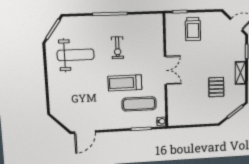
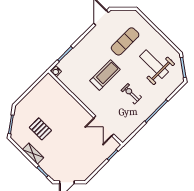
trolley: (193, 29) -> (93, 152), removed
weight bench: (76, 55) -> (154, 64), turned 90
double door: (165, 70) -> (104, 126), moved
exercise mat: (139, 104) -> (125, 41), moved

